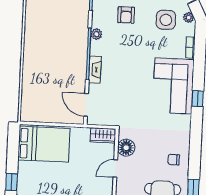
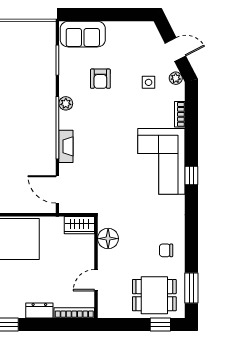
side table: (166, 20) -> (149, 82), width x0.54, depth x0.54
door: (115, 168) -> (96, 280), moved

